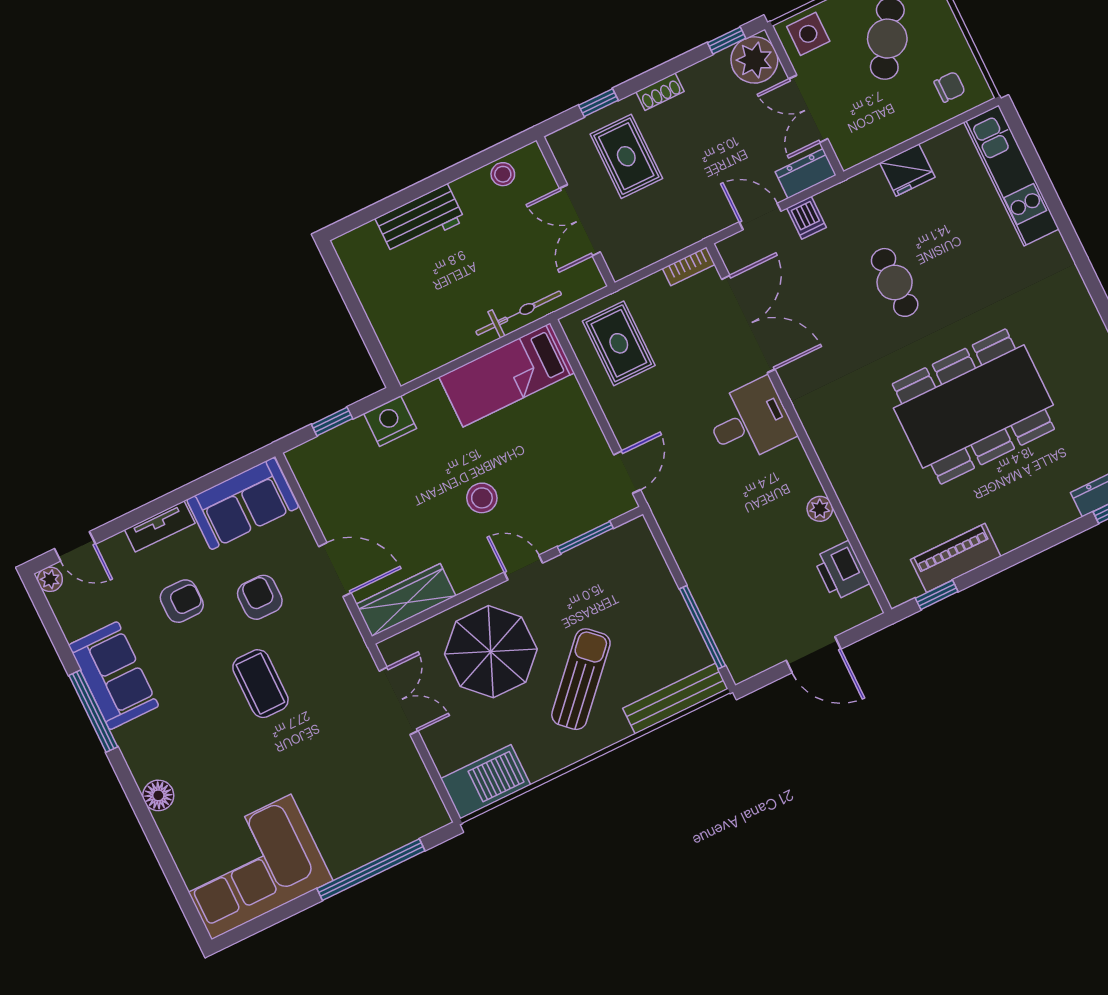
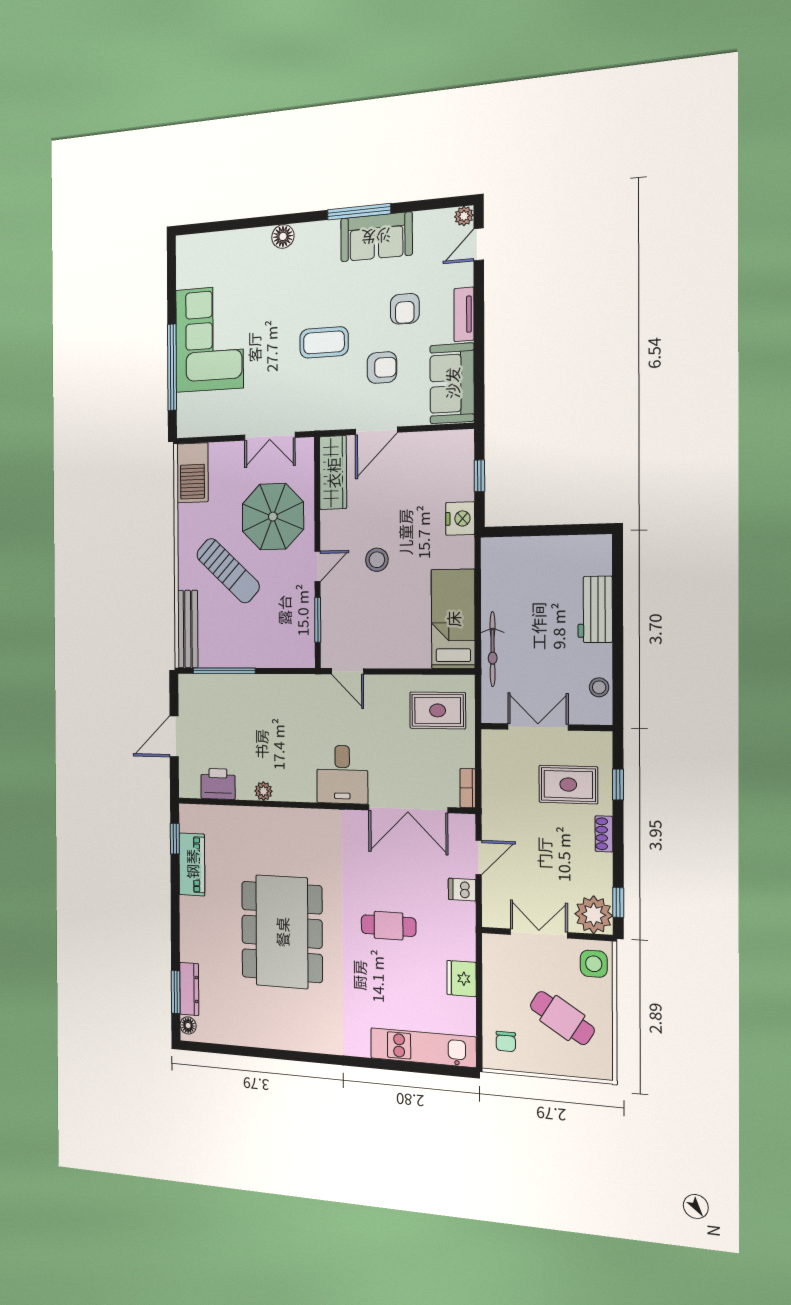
dresser: (806, 173) -> (494, 906), removed
corner sofa: (251, 867) -> (209, 339), moved

